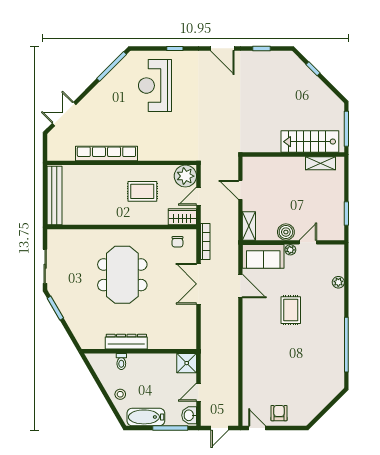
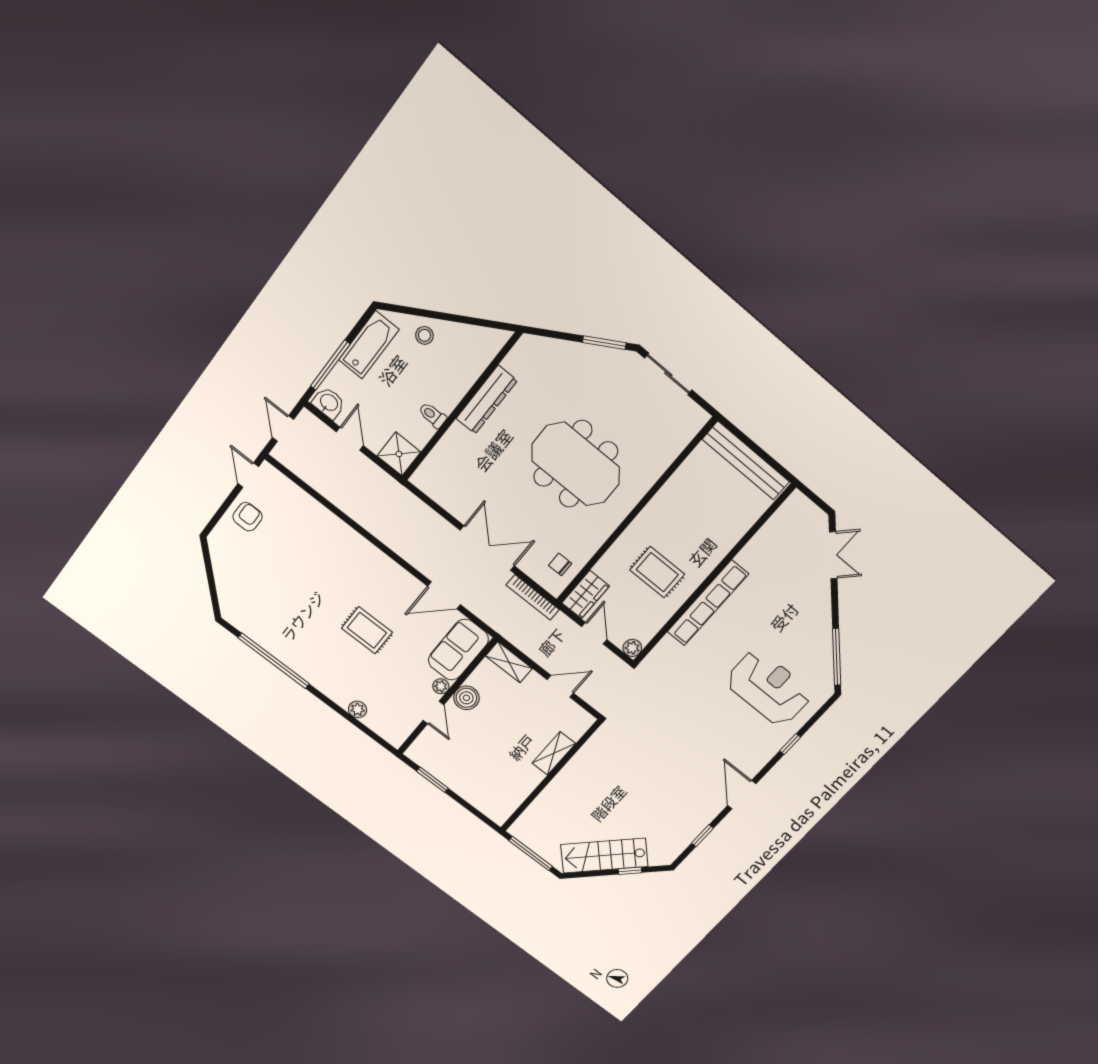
door: (222, 48) -> (742, 795), hinge flipped
stairs: (310, 142) -> (604, 856), moved, turned -135
row of seats: (106, 153) -> (708, 603), moved
shelving: (321, 163) -> (554, 753), moved
plant: (185, 176) -> (632, 648), width x0.53, depth x0.53
rug: (142, 191) -> (657, 572), turned 90
toilet: (121, 361) -> (432, 415), moved
armchair: (279, 413) -> (248, 517), turned -90
door: (257, 428) -> (248, 475), swing flipped

